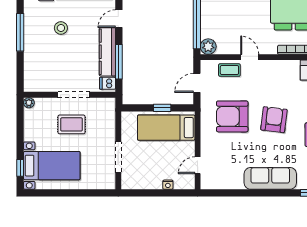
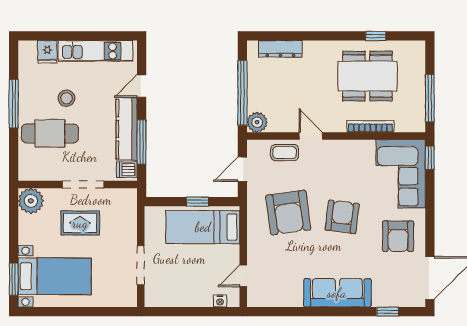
cafe table: (48, 55) -> (50, 133), added
plant: (29, 103) -> (31, 201), width x1.88, depth x1.88
armchair: (232, 116) -> (288, 213), turned -98
window: (20, 168) -> (14, 279), width x1.50
nightstand: (168, 185) -> (220, 301), moved

